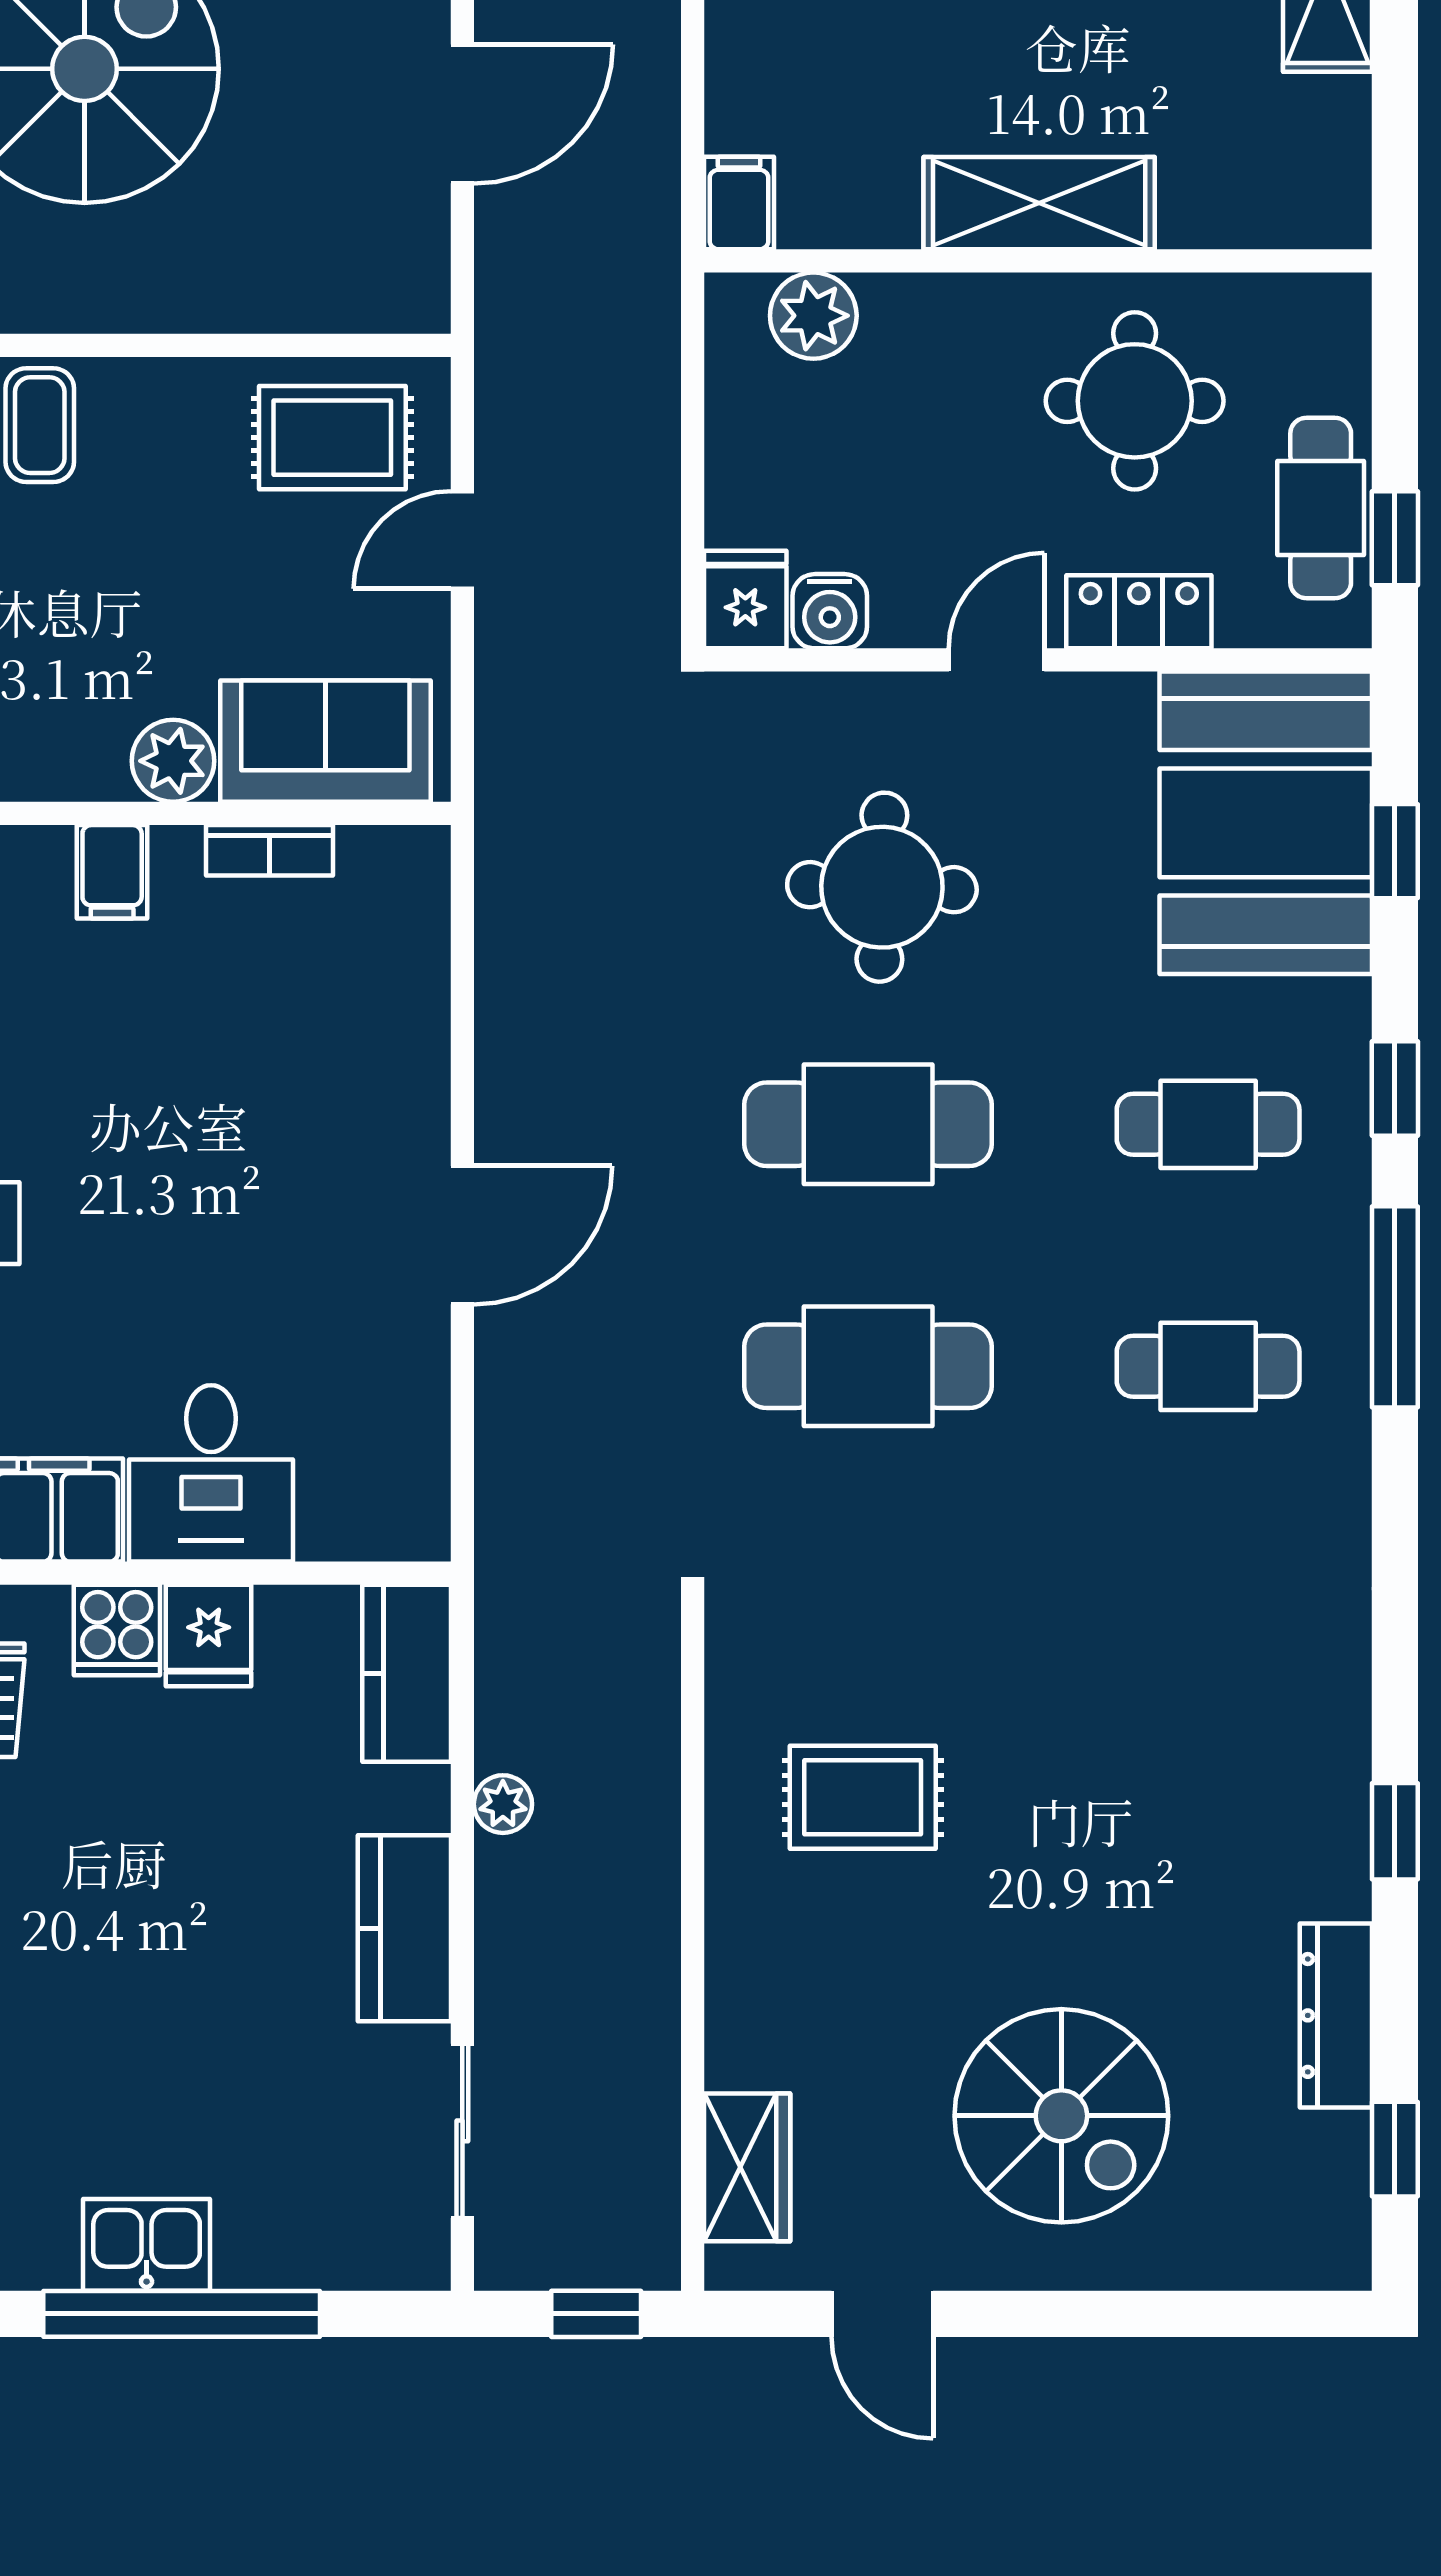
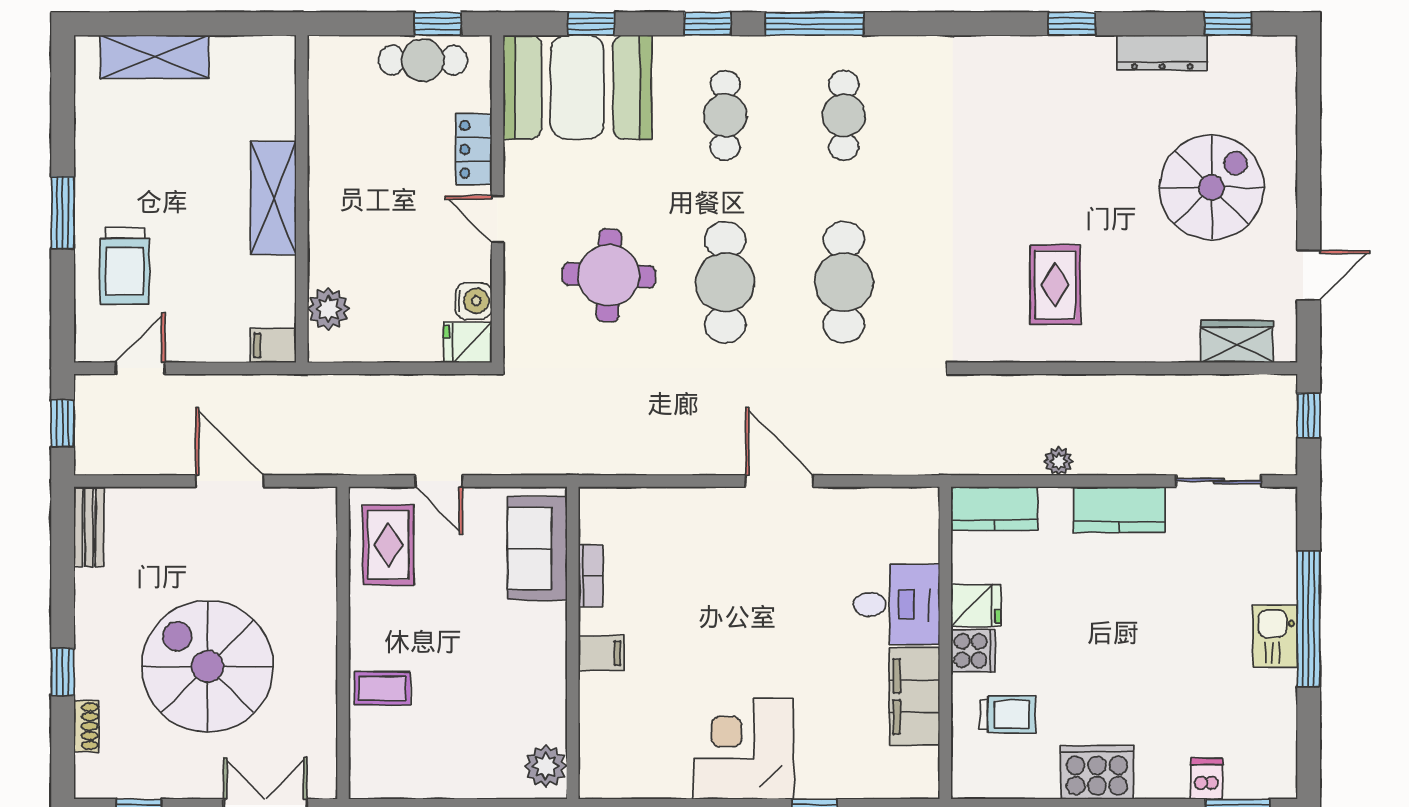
round table: (1135, 401) -> (370, 151), removed
plant: (173, 761) -> (547, 623), removed

